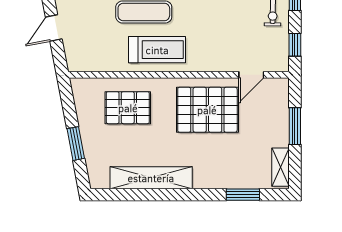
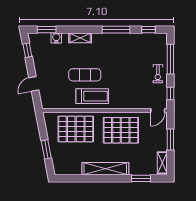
door: (251, 75) -> (158, 110), moved
pallet: (128, 108) -> (76, 129), width x1.37, depth x1.41
shelving: (151, 178) -> (105, 169), moved

